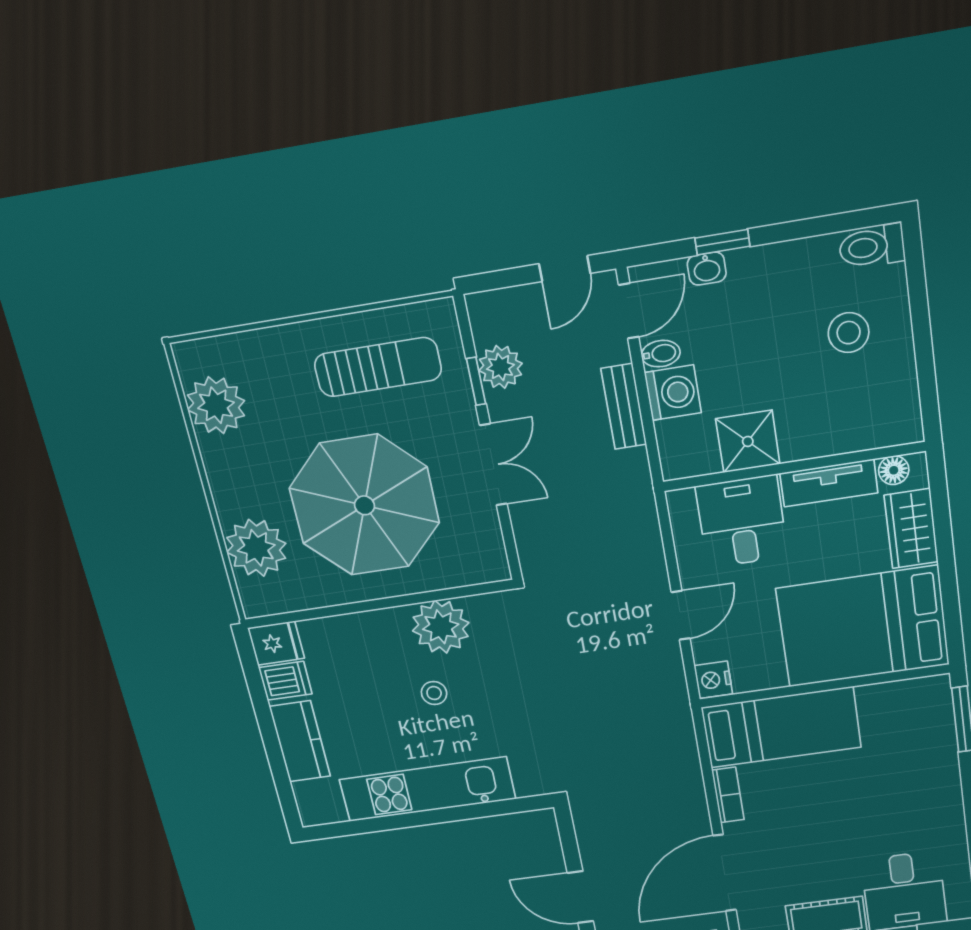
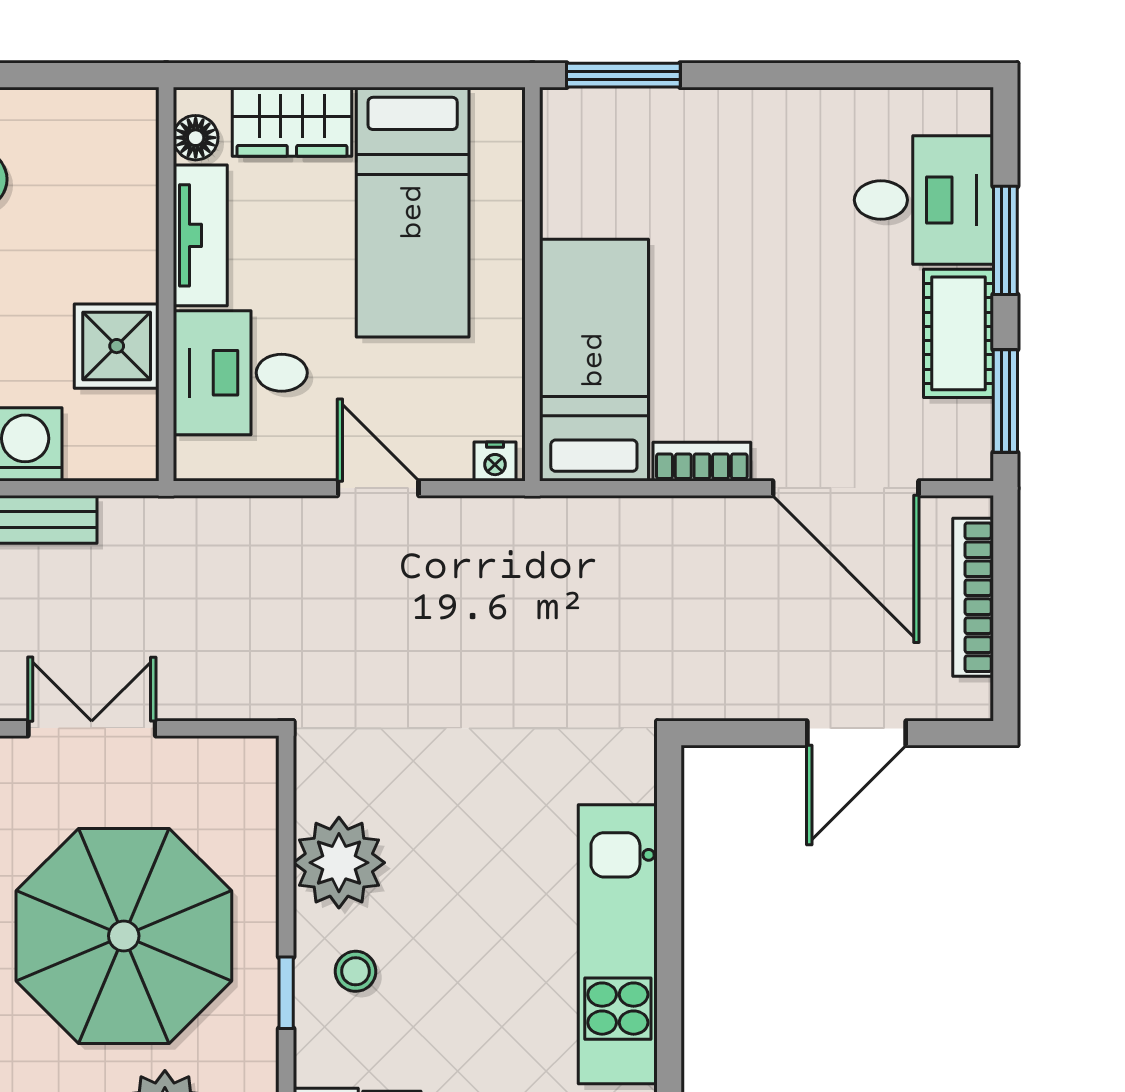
window: (353, 608) -> (286, 993), added
bed: (863, 627) -> (413, 212), width x0.67
nightstand: (713, 680) -> (495, 461), width x0.72, depth x0.74
stool: (434, 693) -> (356, 971), moved

